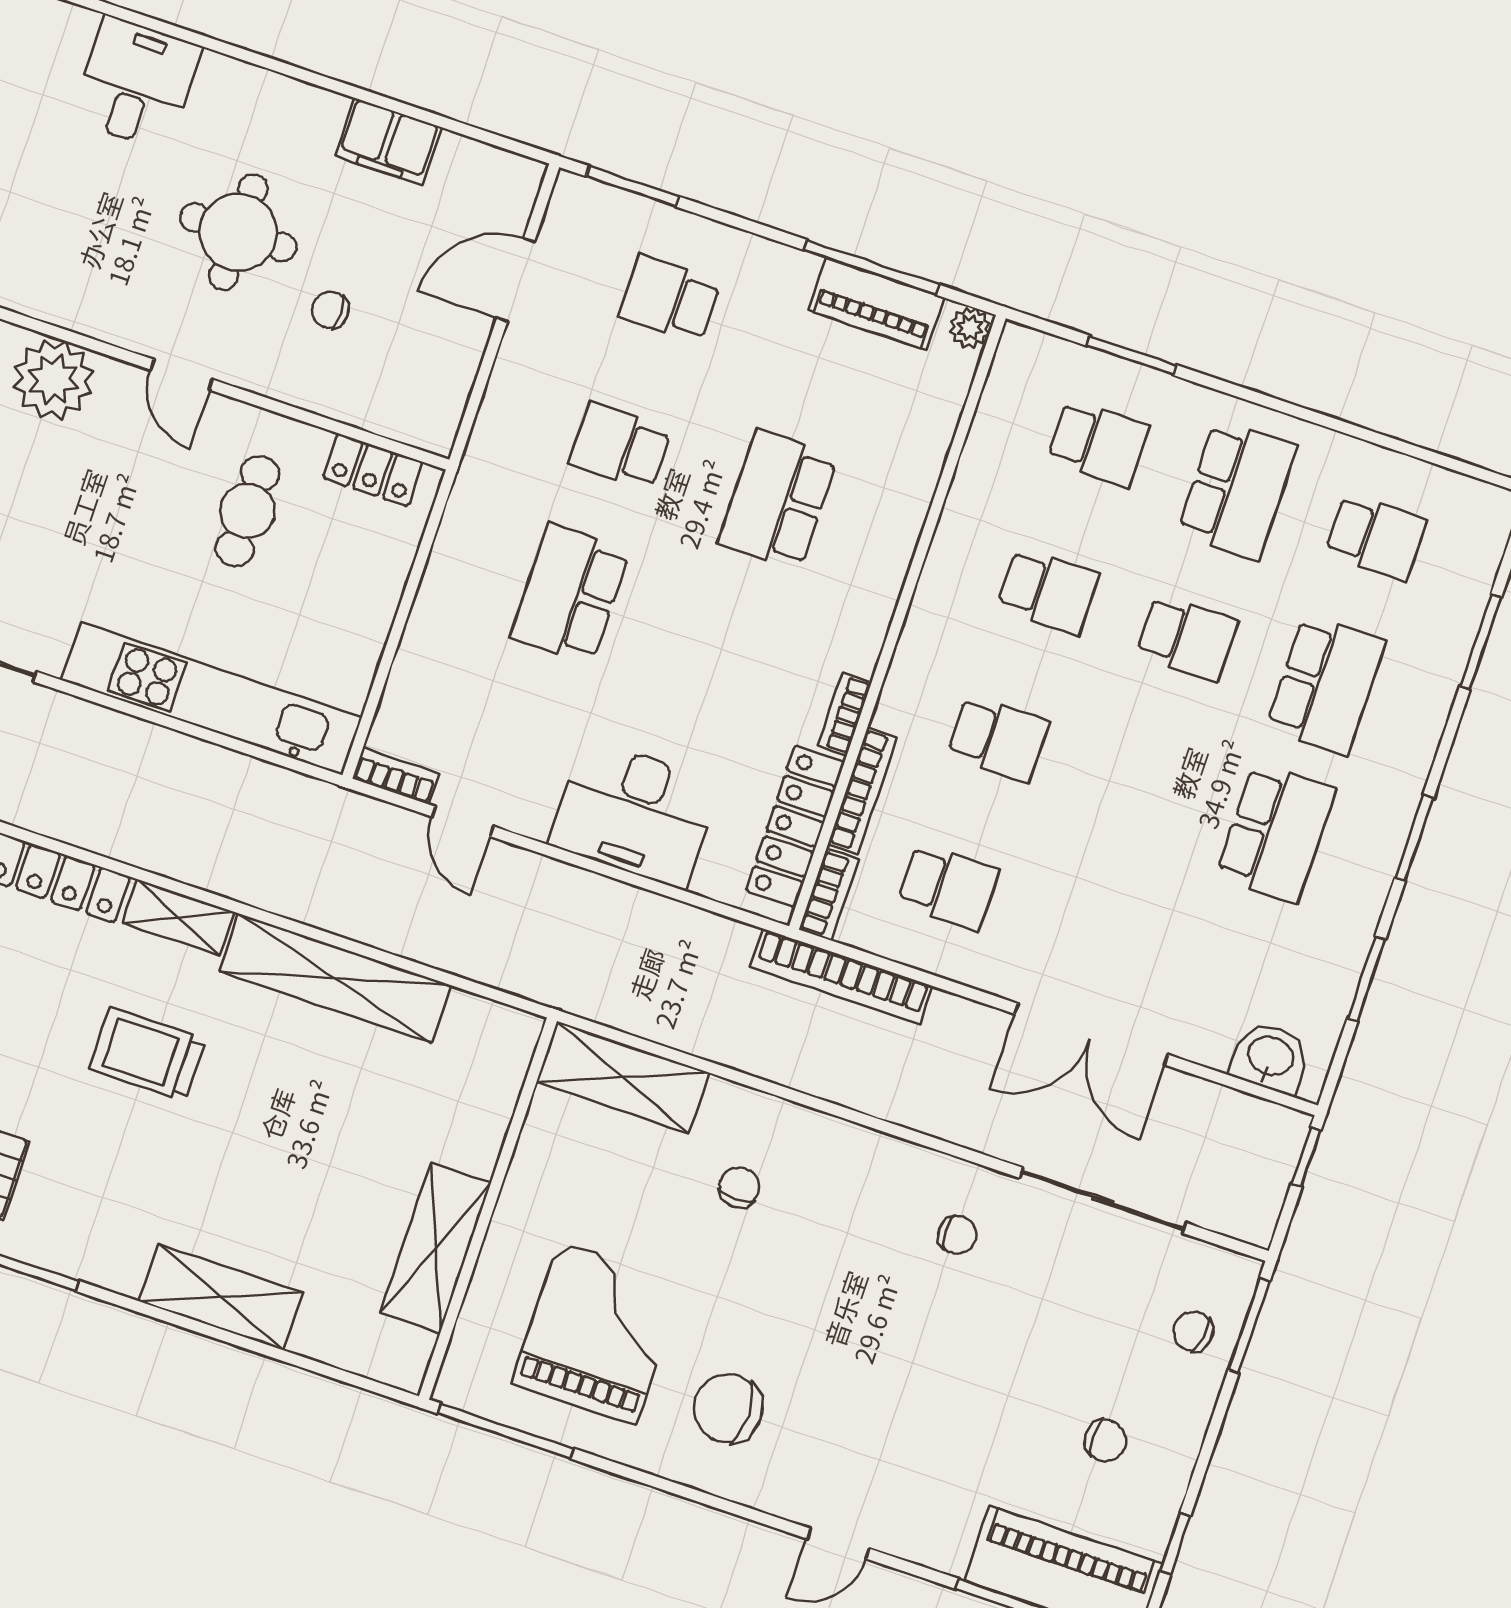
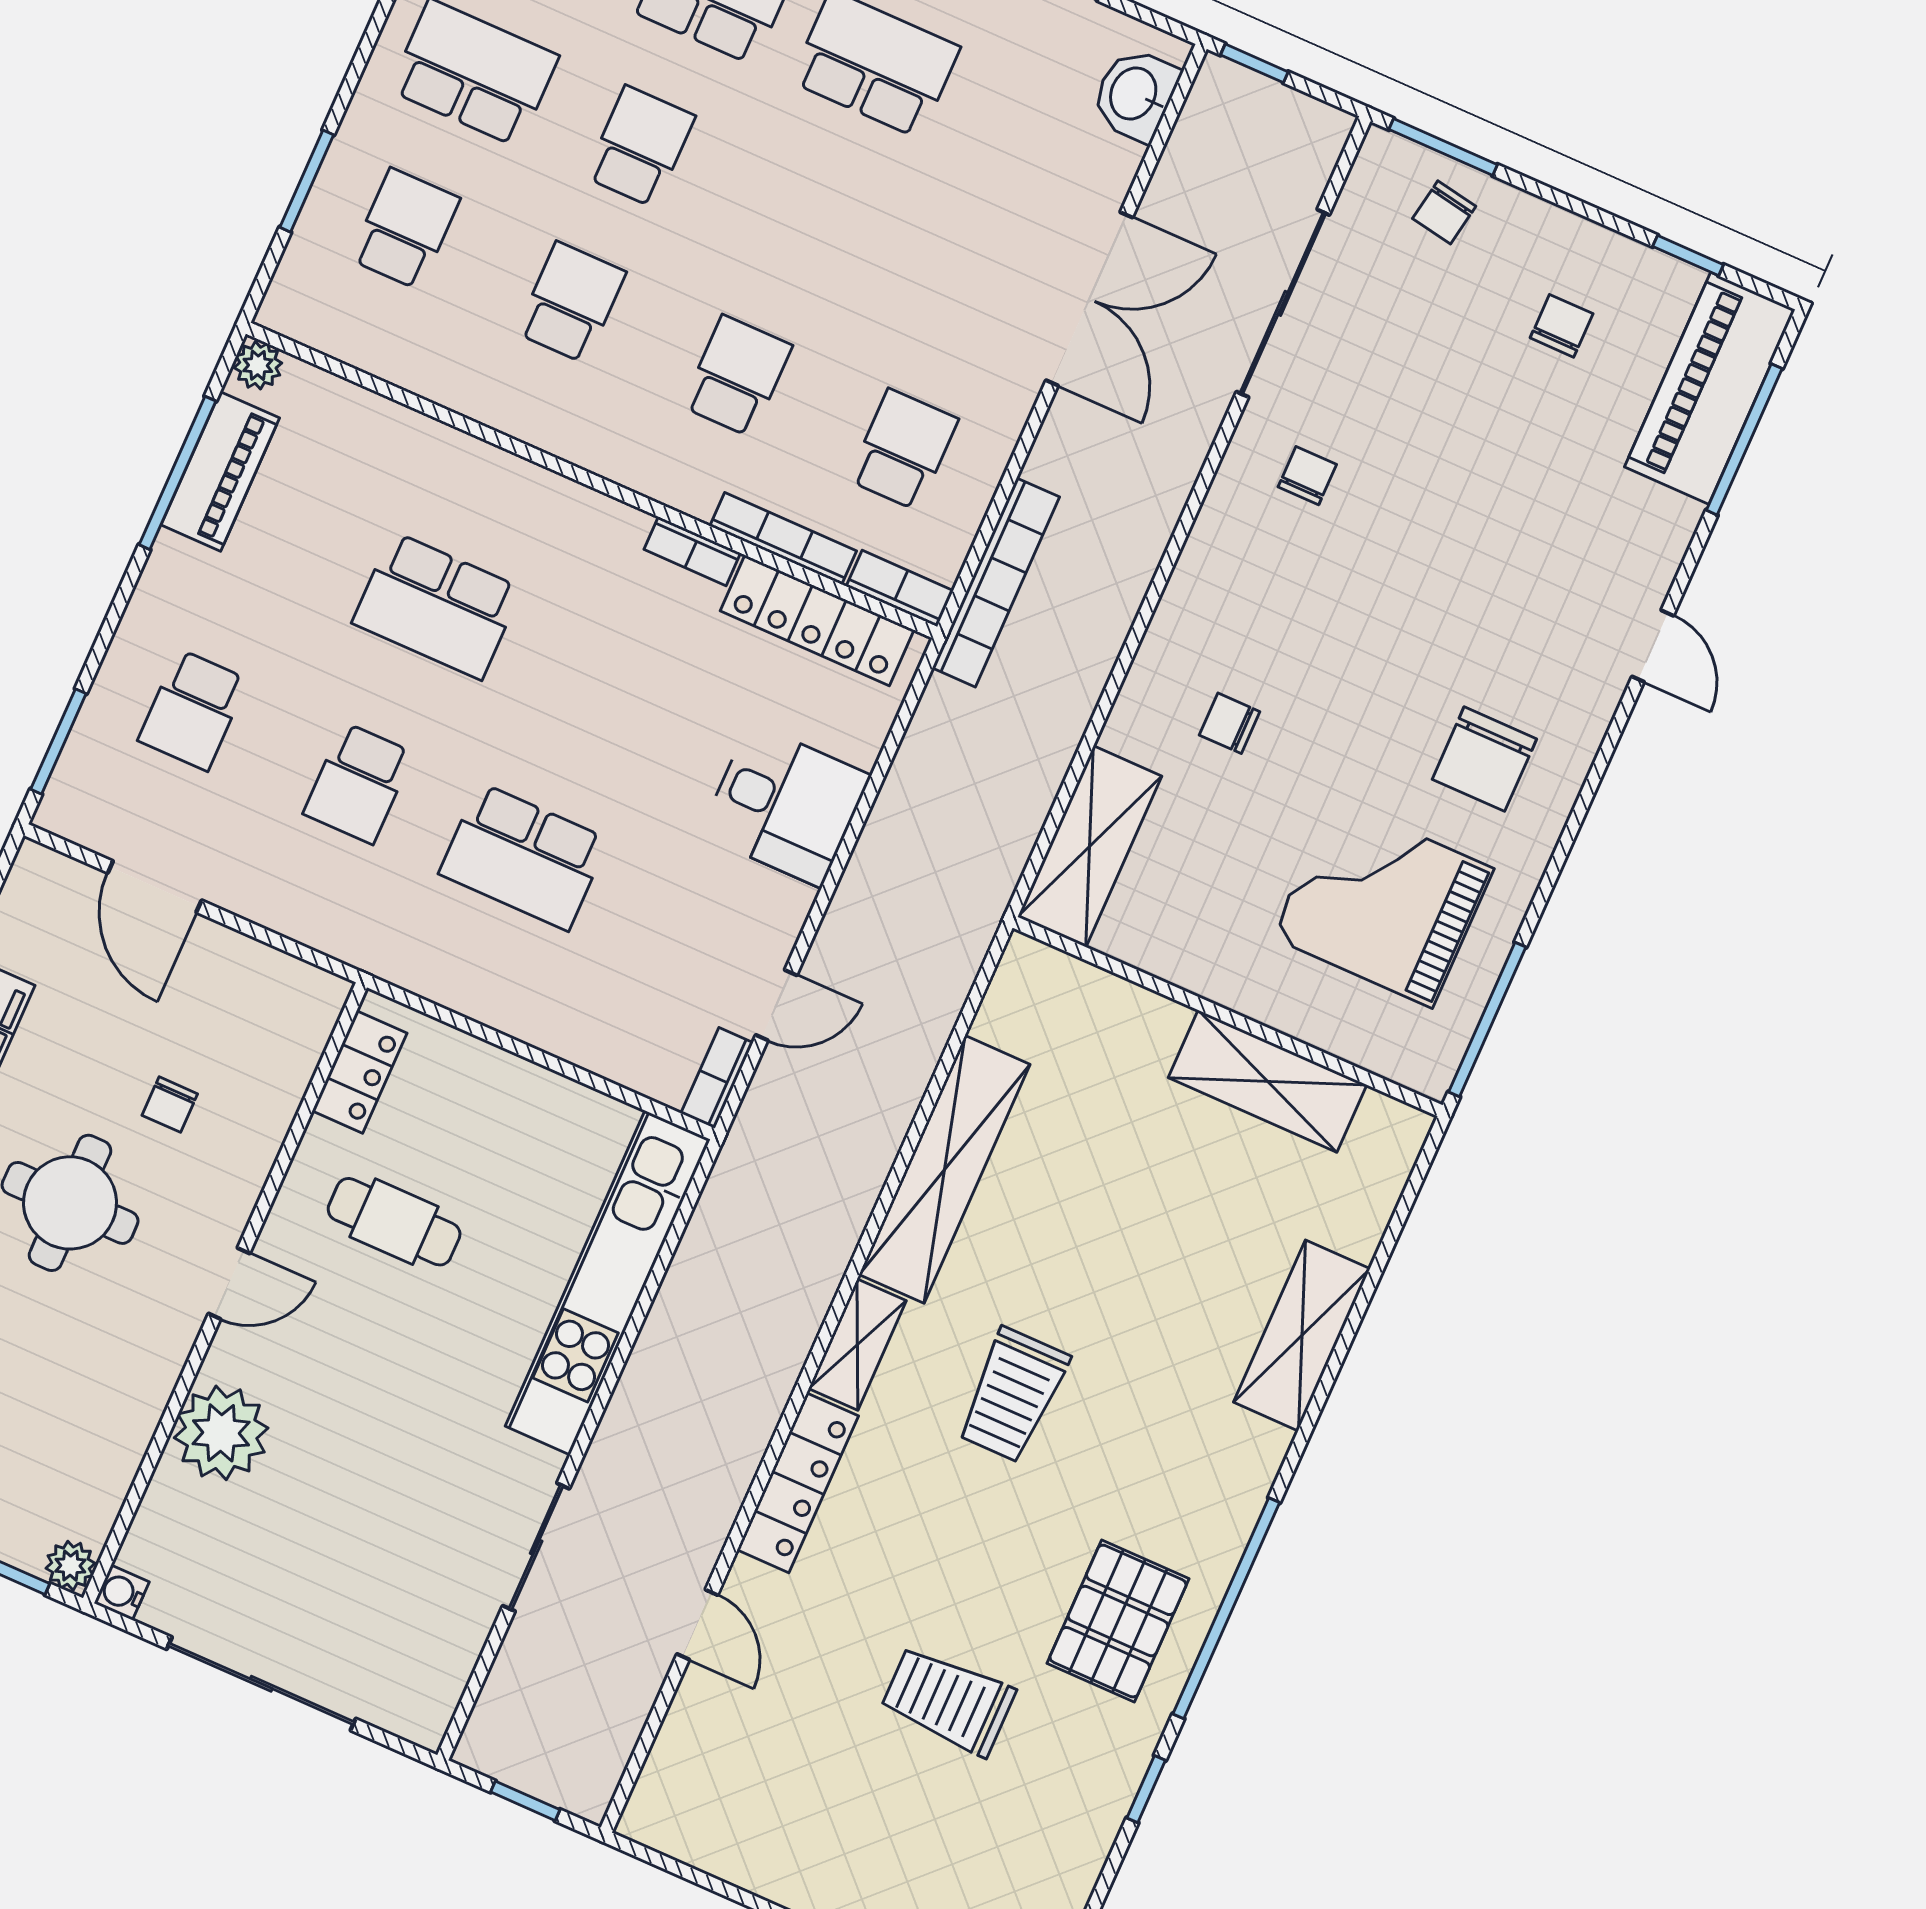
desk: (635, 813) -> (785, 805), width x0.73

